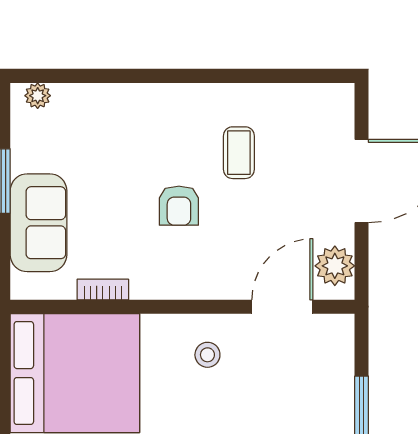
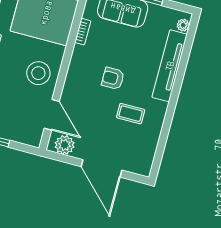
tv unit: (125, 101) -> (170, 66), added
stool: (207, 355) -> (38, 73), width x1.89, depth x1.89

